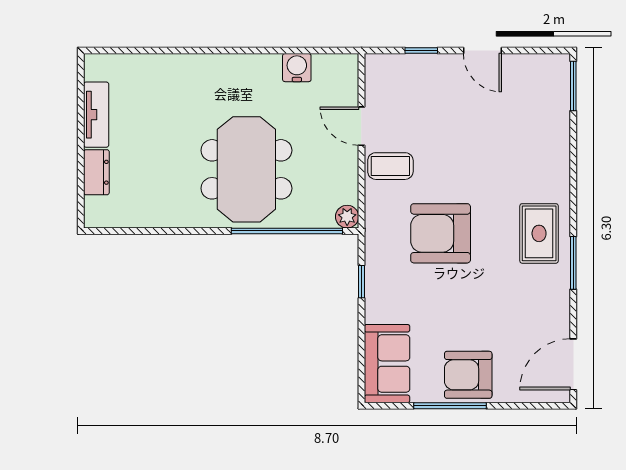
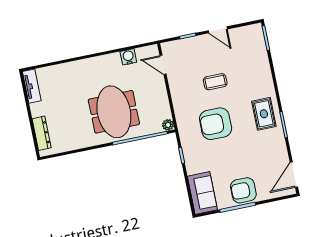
tv unit: (96, 115) -> (32, 86), moved
door: (361, 126) -> (163, 65), moved
coffee table: (390, 166) -> (215, 82), moved
dresser: (96, 172) -> (42, 133), width x1.44

